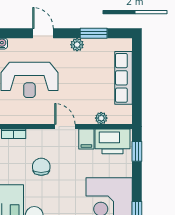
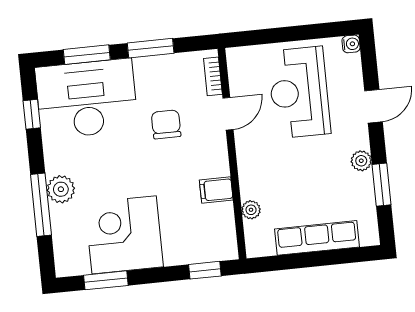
door: (65, 127) -> (228, 114), moved
printer: (113, 141) -> (217, 231), removed
chair: (41, 167) -> (166, 124), turned -90

